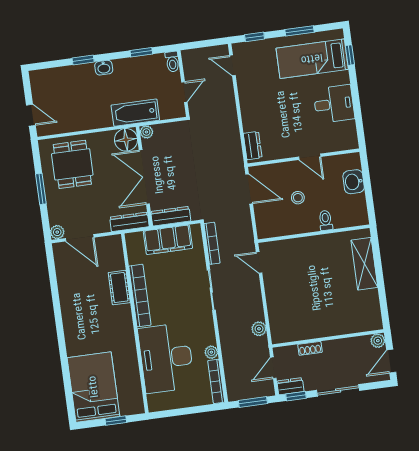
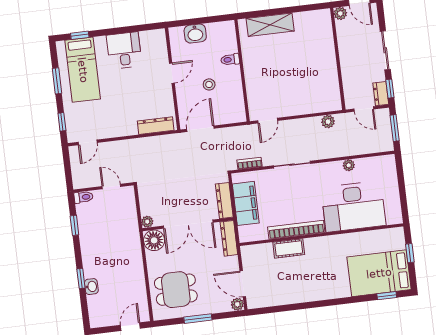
washbasin: (104, 68) -> (91, 287), moved
bathtub: (135, 113) -> (129, 231), removed
dresser: (253, 146) -> (156, 126), width x1.44
door: (80, 238) -> (243, 284), swing flipped
bookcase: (212, 243) -> (250, 163), width x0.64
shoe rack: (310, 348) -> (347, 75), removed
bookcase: (216, 381) -> (375, 161), removed
window: (69, 396) -> (387, 296), added

